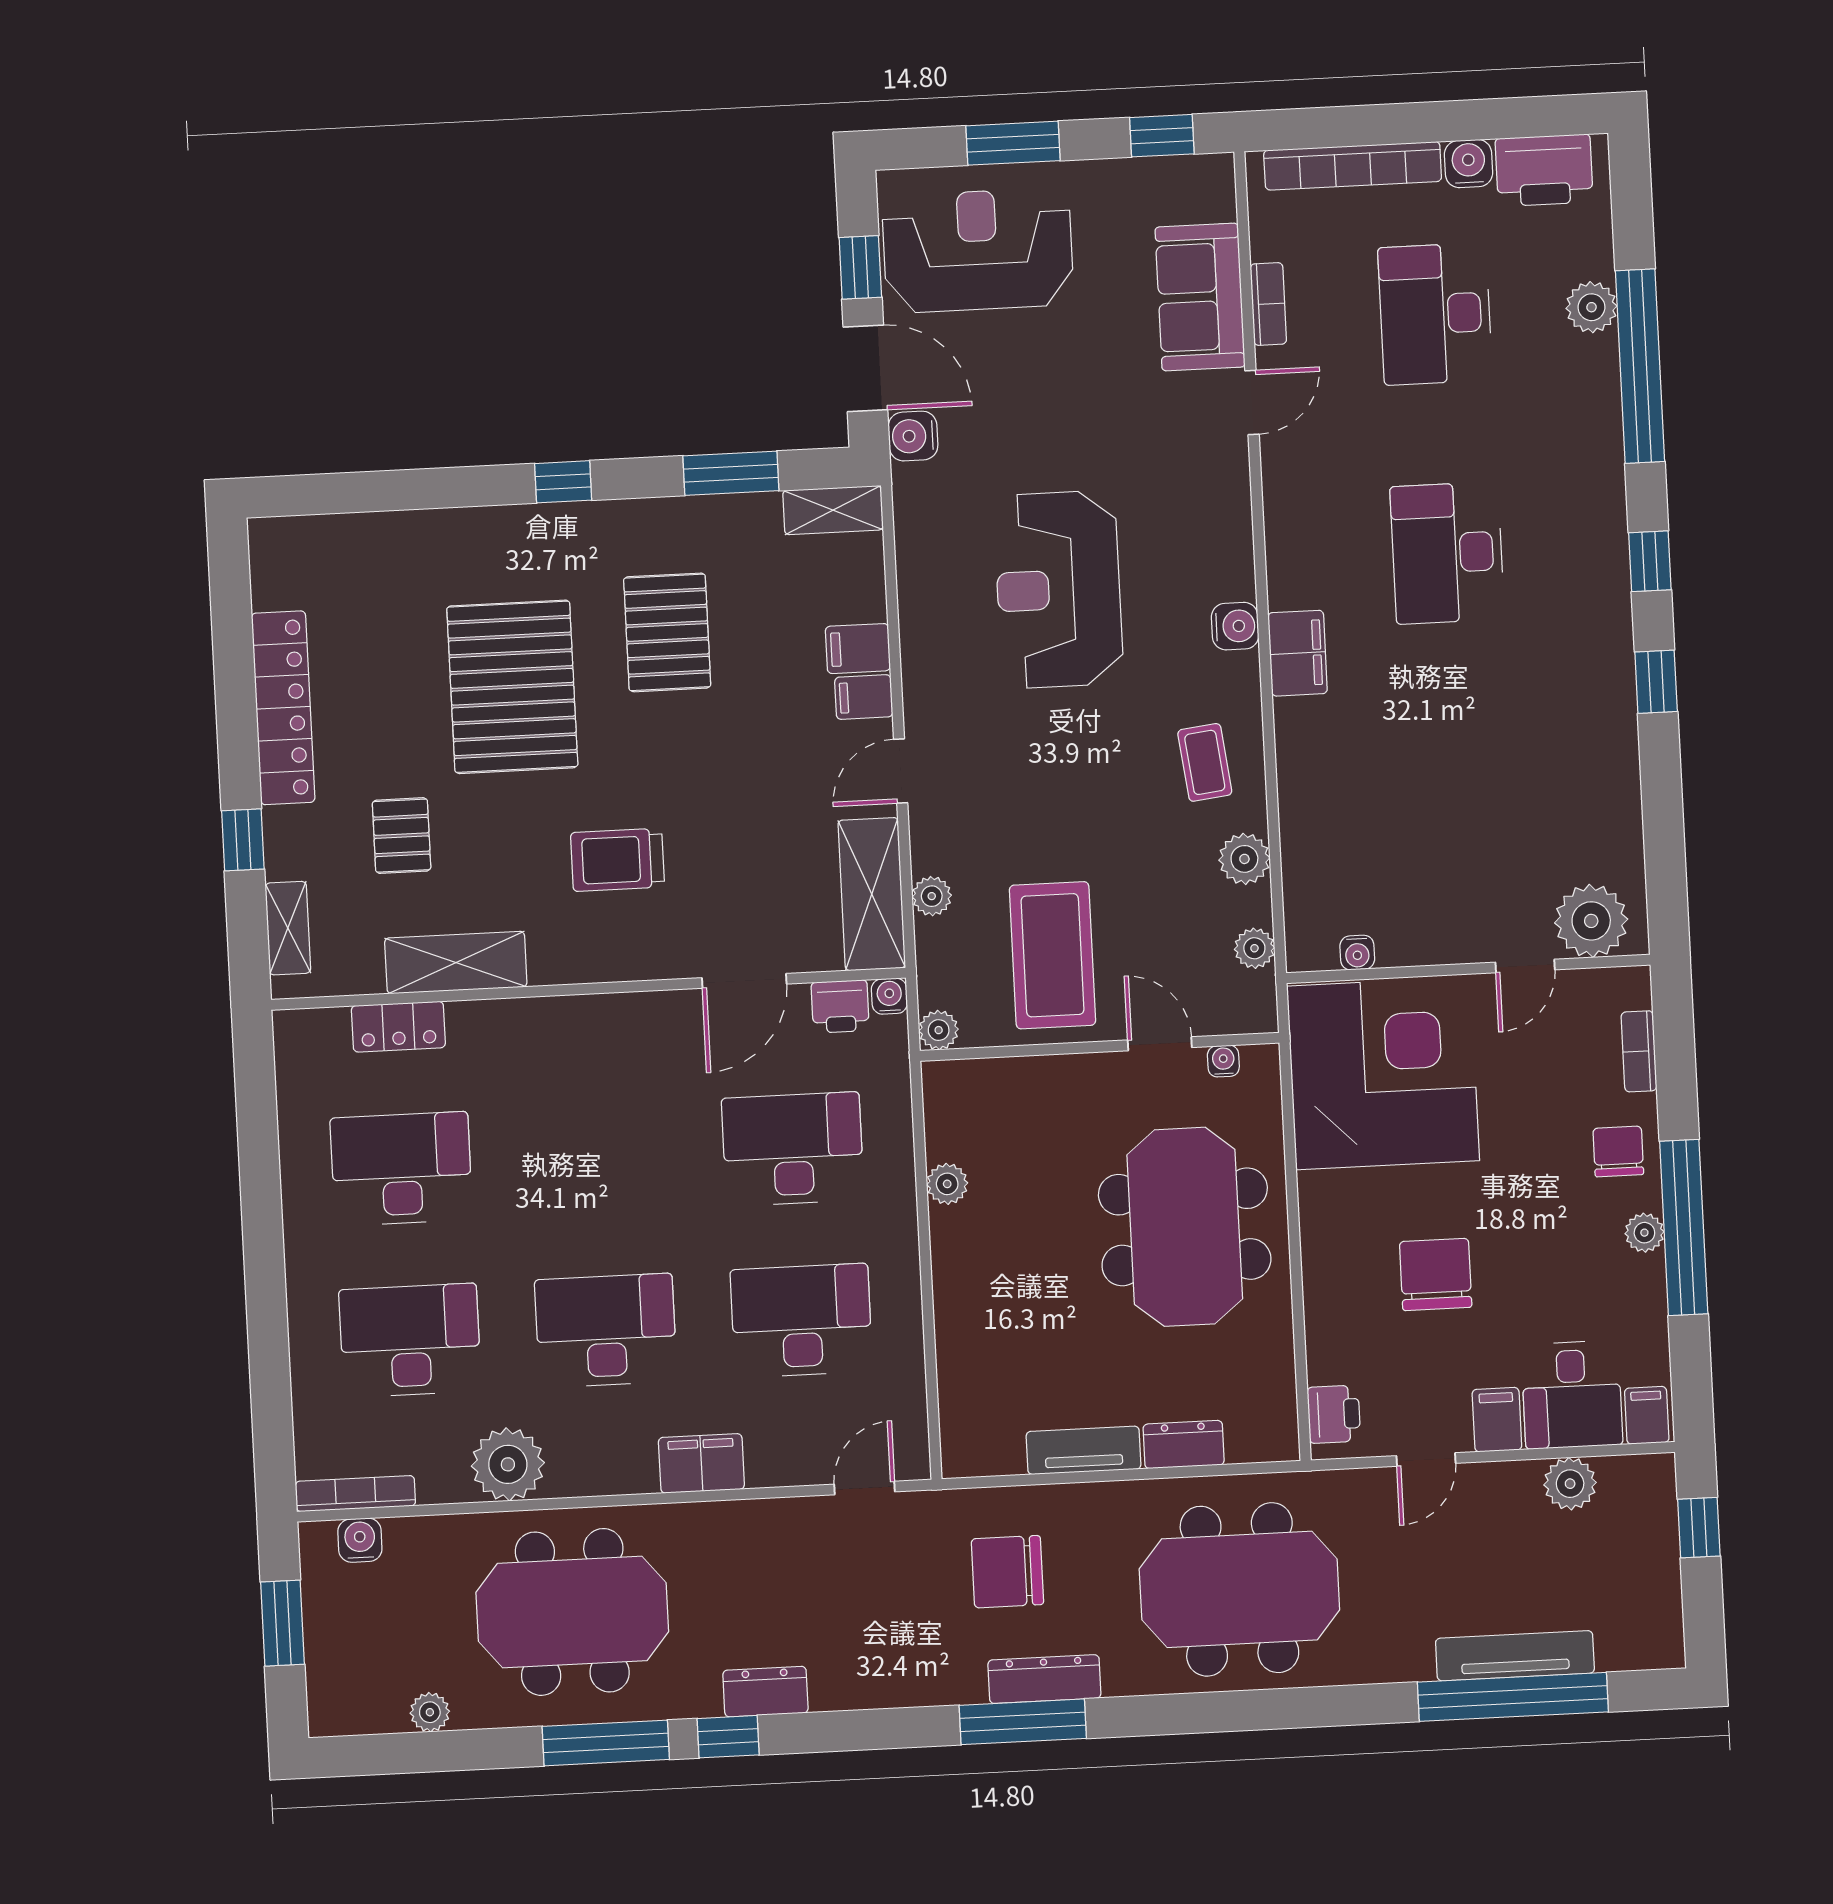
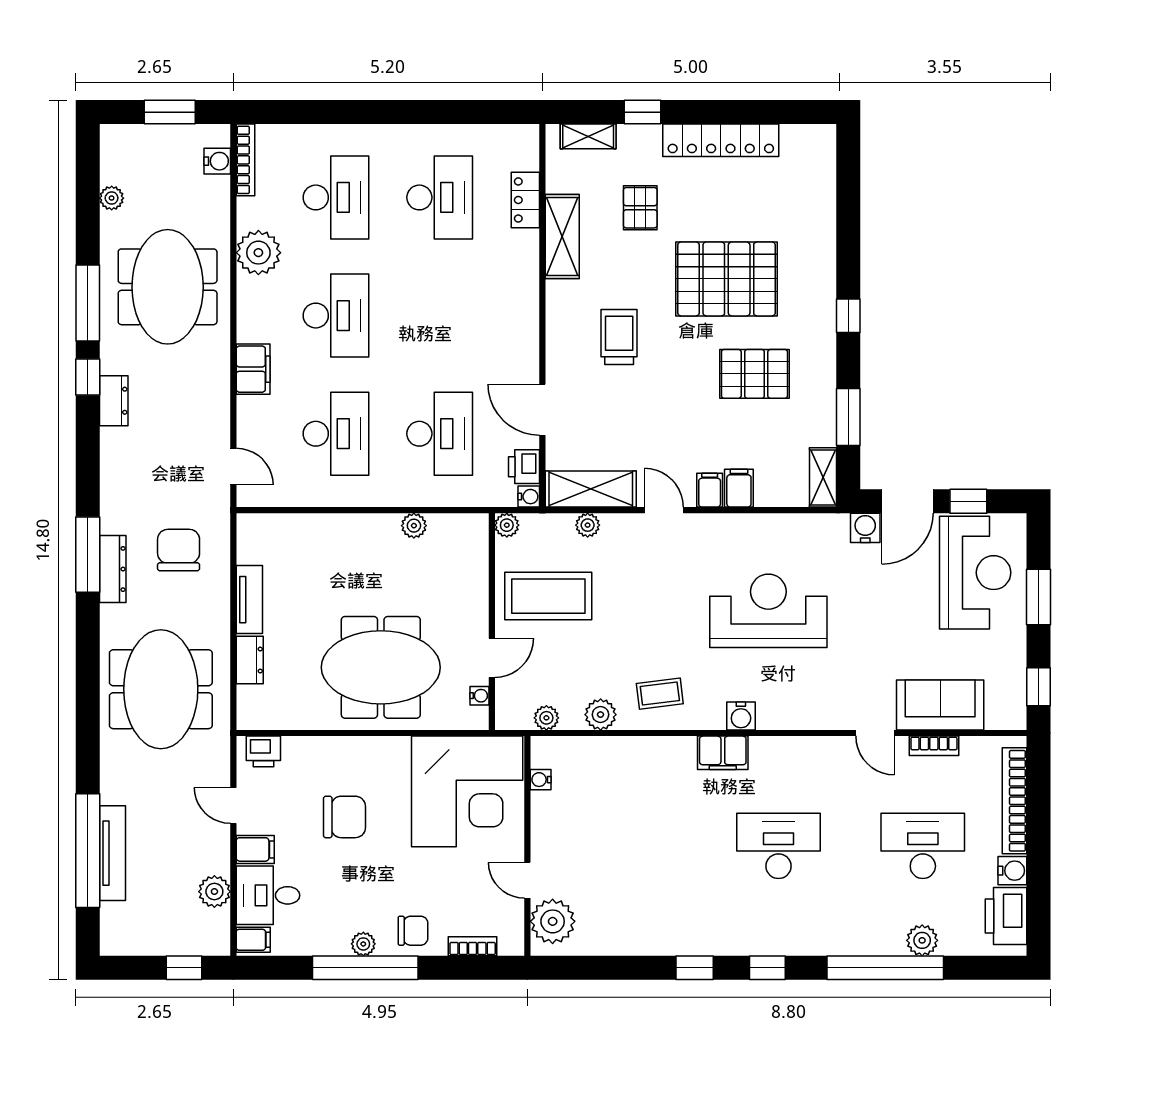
pallet: (402, 836) -> (640, 208), turned 90

